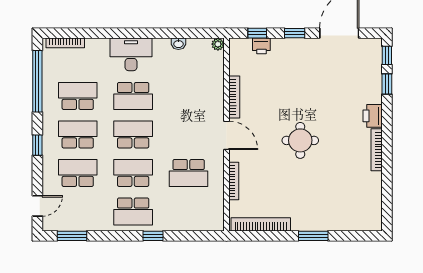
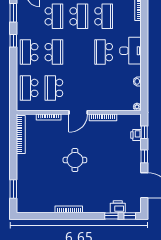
printer: (373, 116) -> (118, 207), moved
school desk: (133, 134) -> (29, 88), moved, turned 180
window: (153, 236) -> (13, 41), moved
window: (313, 236) -> (13, 189), moved

